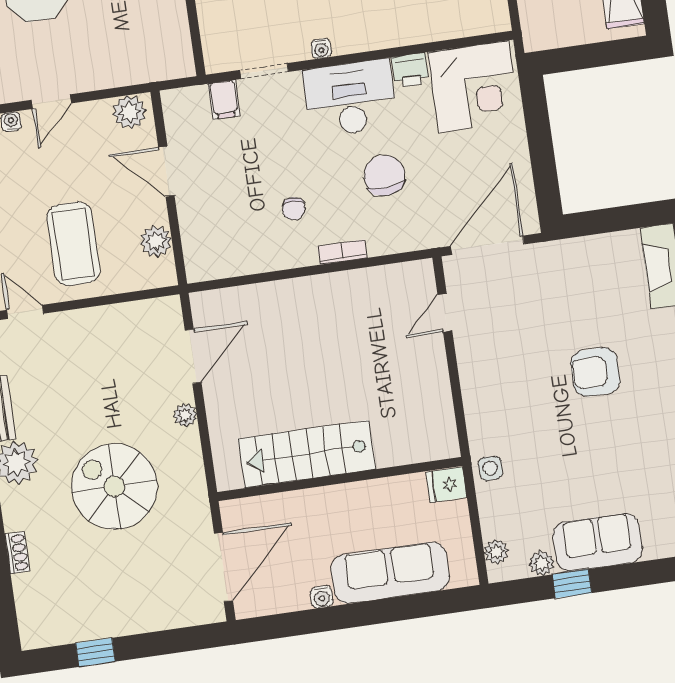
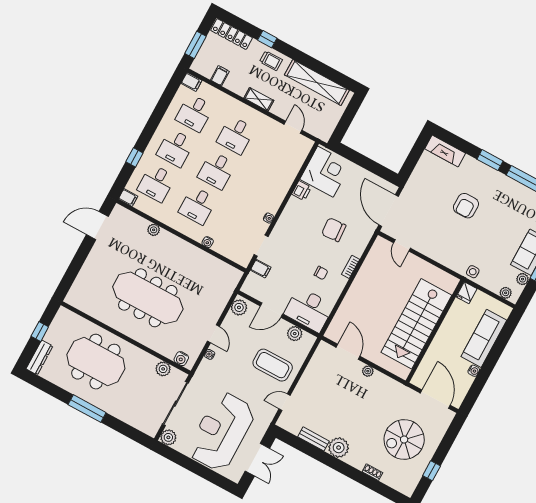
desk: (350, 98) -> (309, 310), moved, turned -90
stairs: (307, 454) -> (416, 324), width x1.36, depth x1.51
spiral stairs: (114, 486) -> (404, 440), moved

